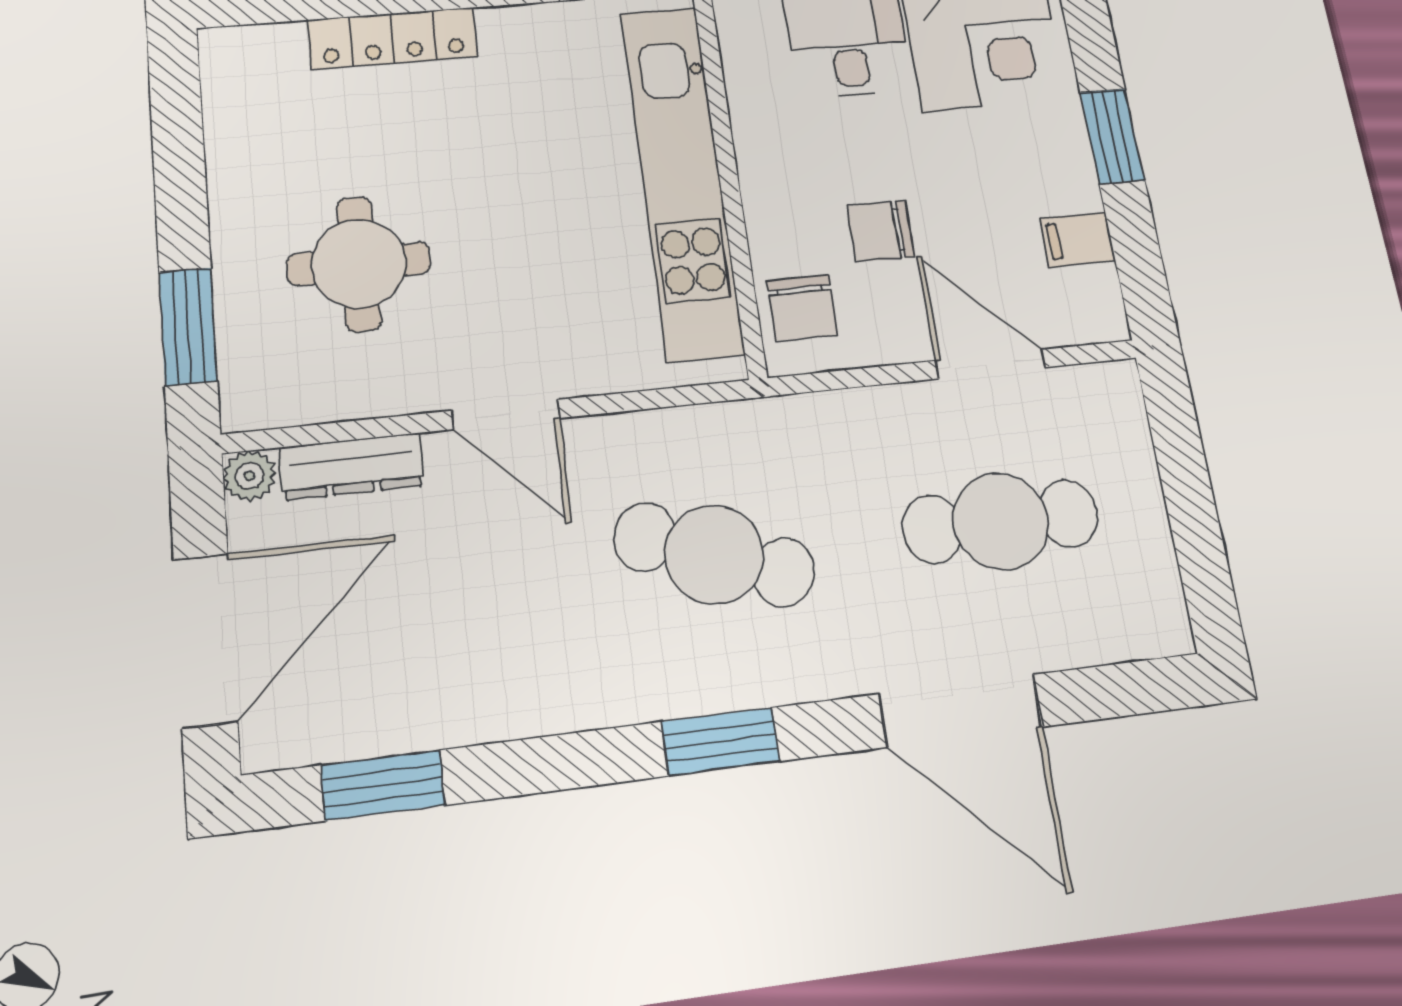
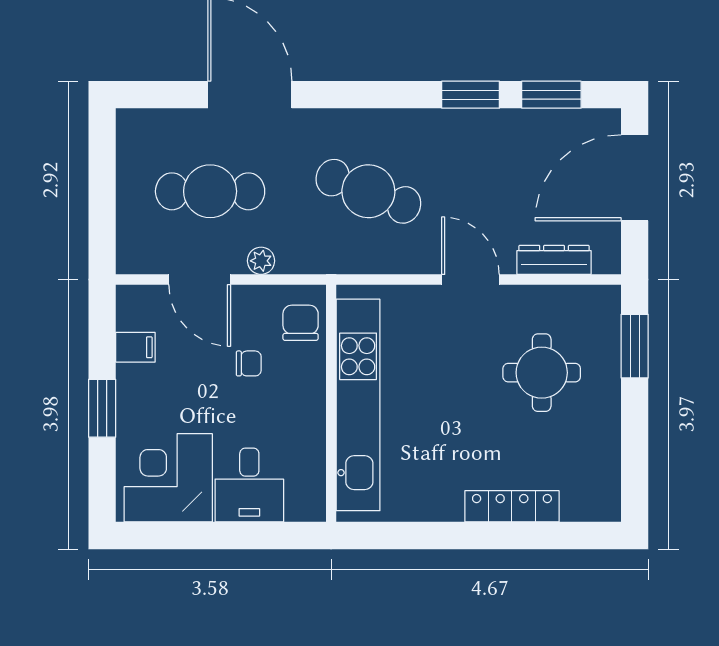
chair: (881, 231) -> (249, 363), width x0.73, depth x0.73
plant: (249, 476) -> (261, 261), moved
window: (721, 742) -> (471, 95), moved

